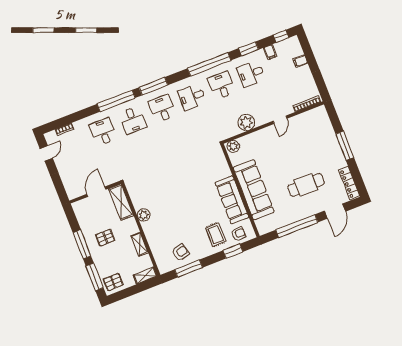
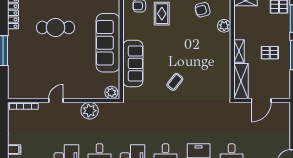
coffee table: (180, 178) -> (175, 82), added
sofa: (232, 200) -> (133, 63), moved
plant: (144, 215) -> (224, 26), moved
shelving: (140, 244) -> (239, 51), moved

